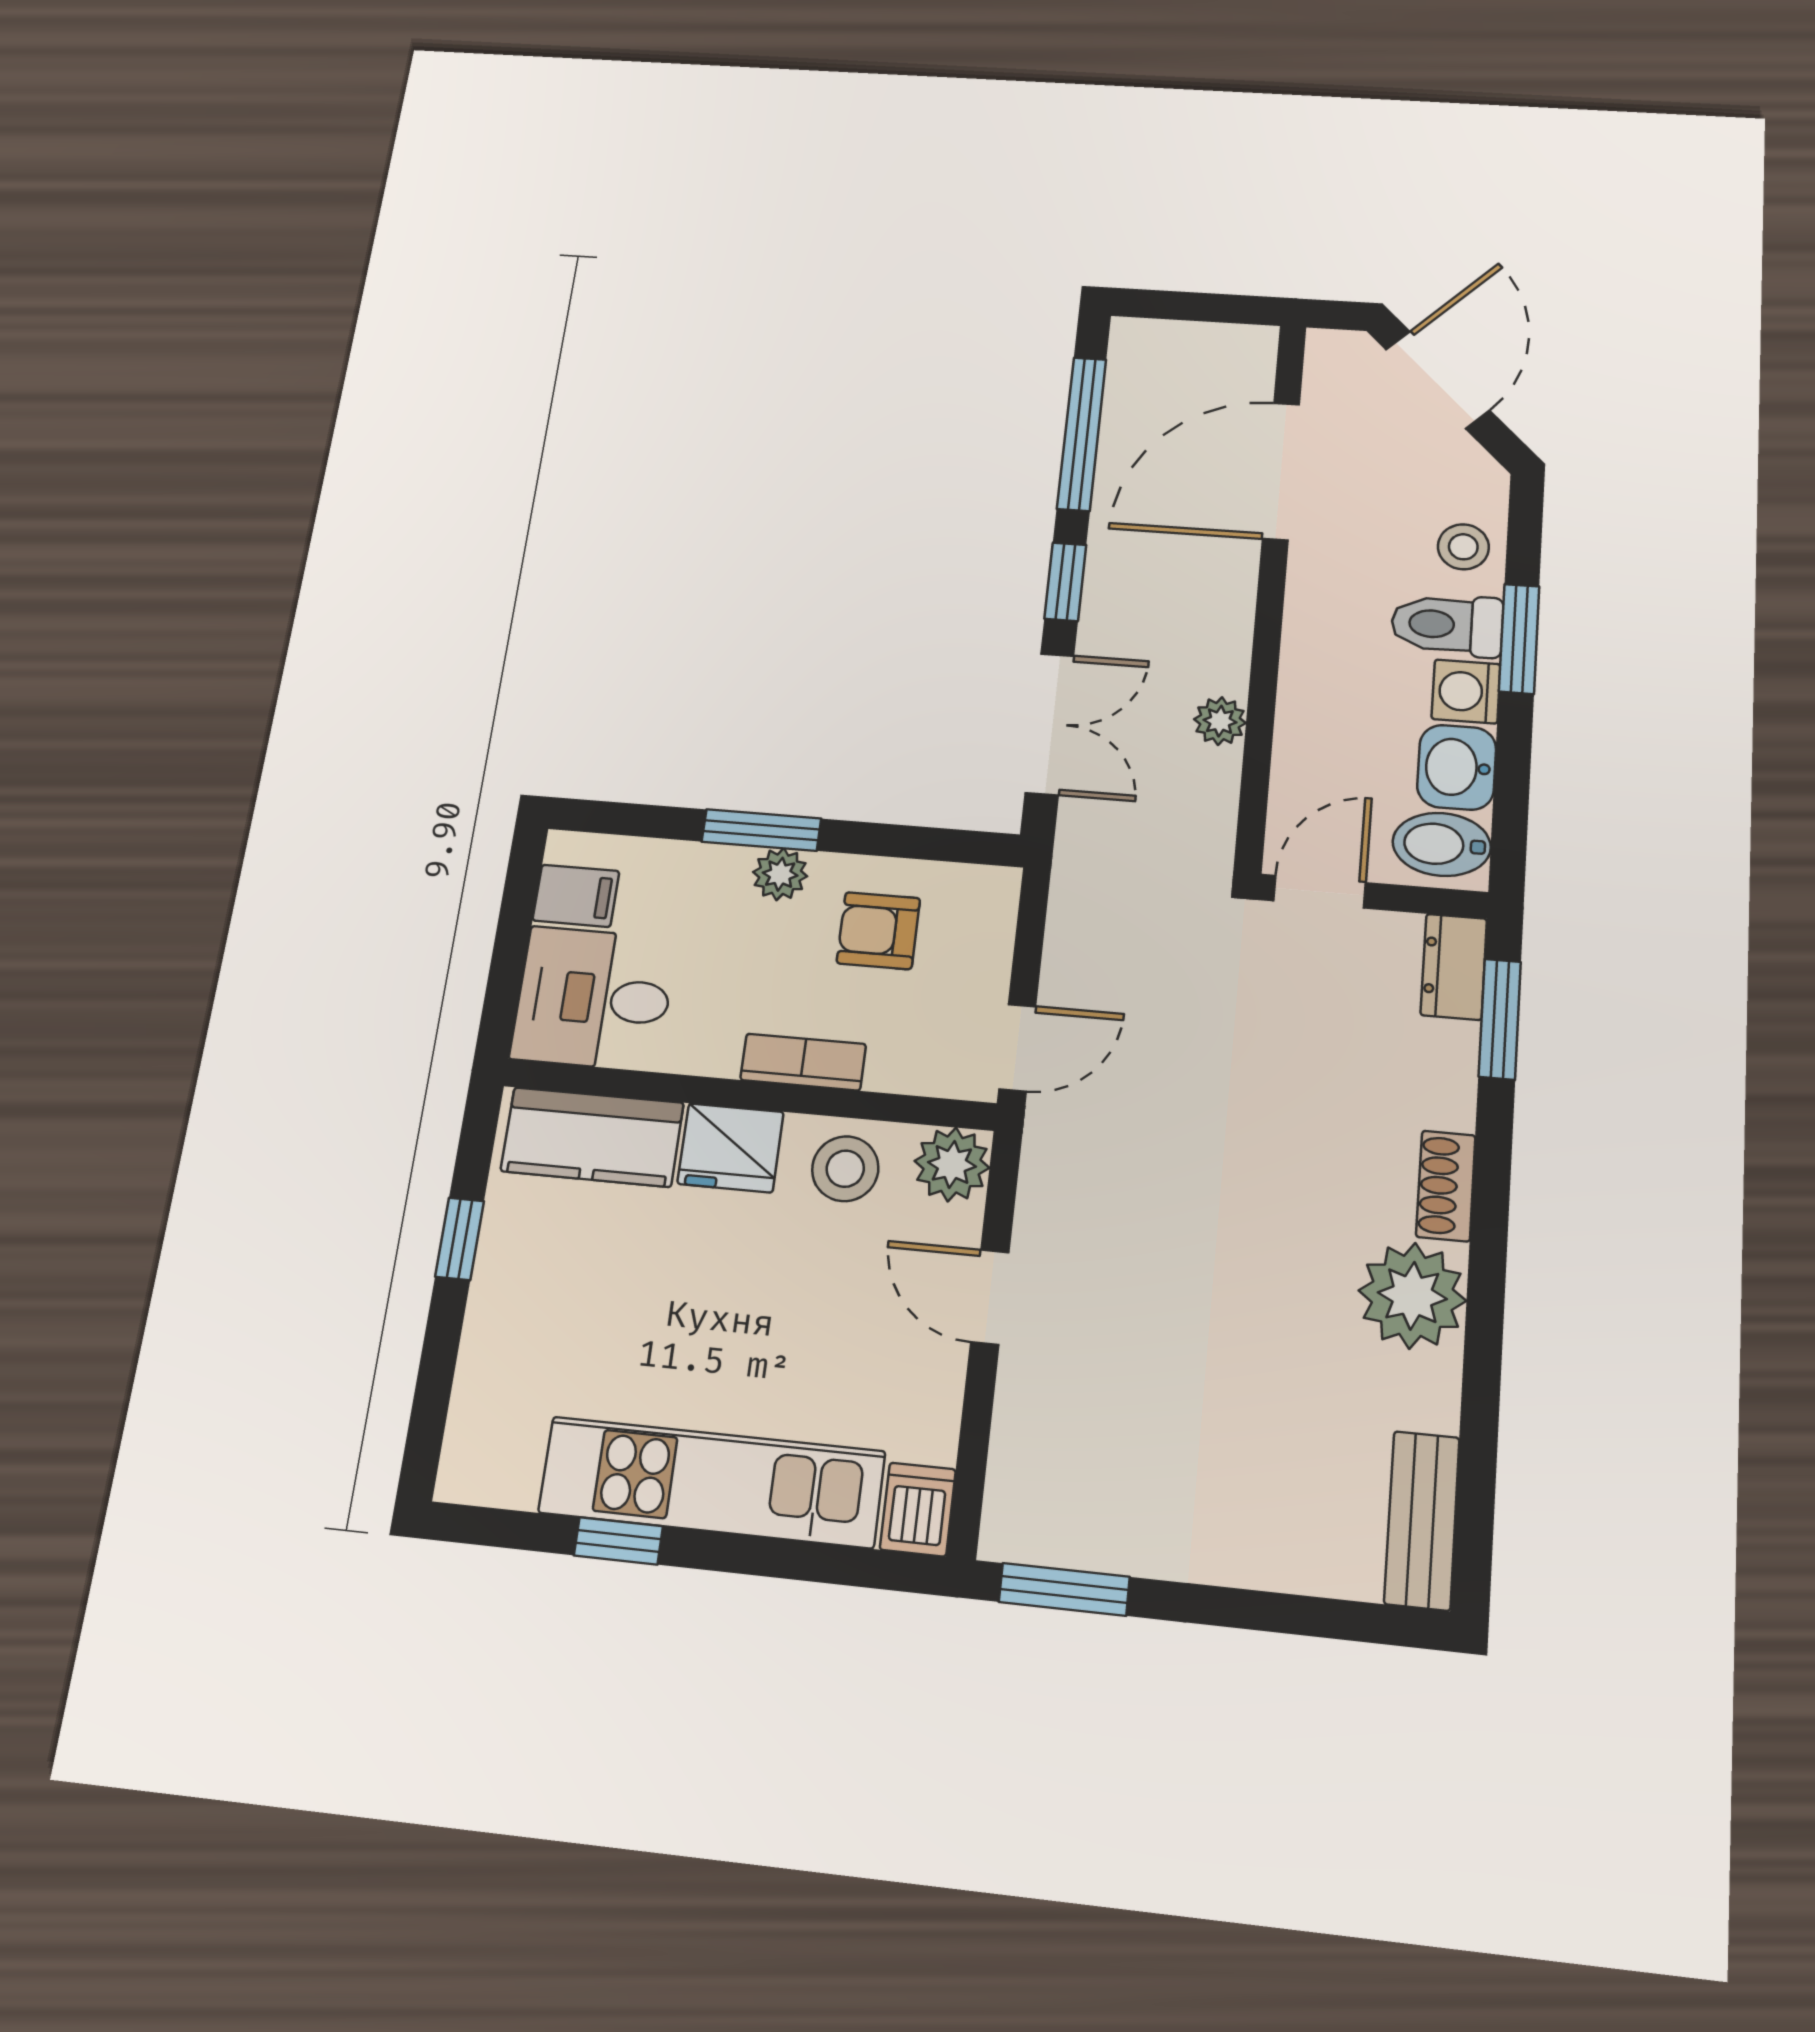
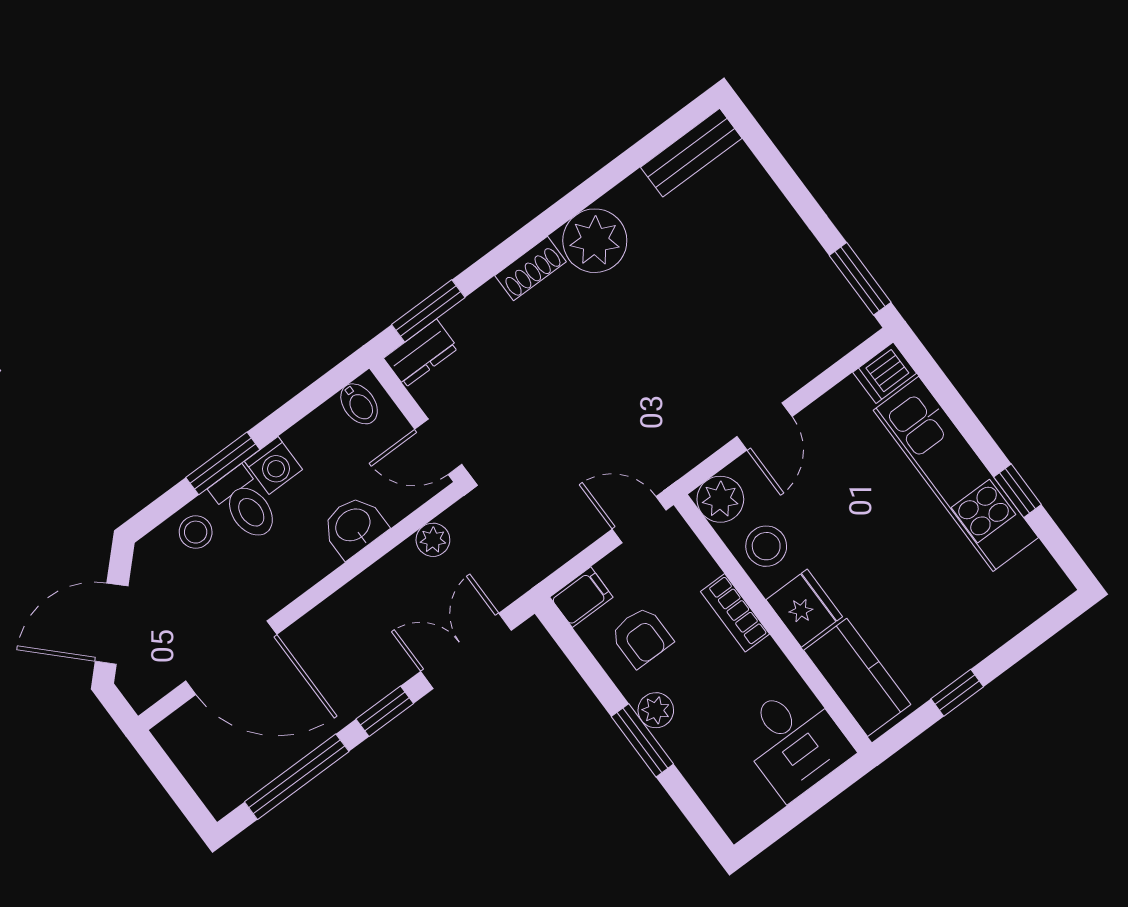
plant: (1220, 721) -> (433, 540), moved
washbasin: (1457, 767) -> (354, 526), moved, turned 180
bidet: (1442, 844) -> (359, 404), width x0.72, depth x0.74
filing cabinet: (576, 896) -> (581, 597), moved, turned 90

